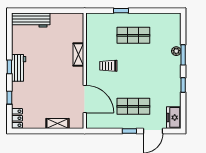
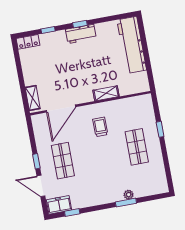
workbench: (31, 20) -> (132, 45), width x1.36, depth x1.32
window: (183, 85) -> (72, 213), moved
shelving: (57, 124) -> (33, 98), moved

